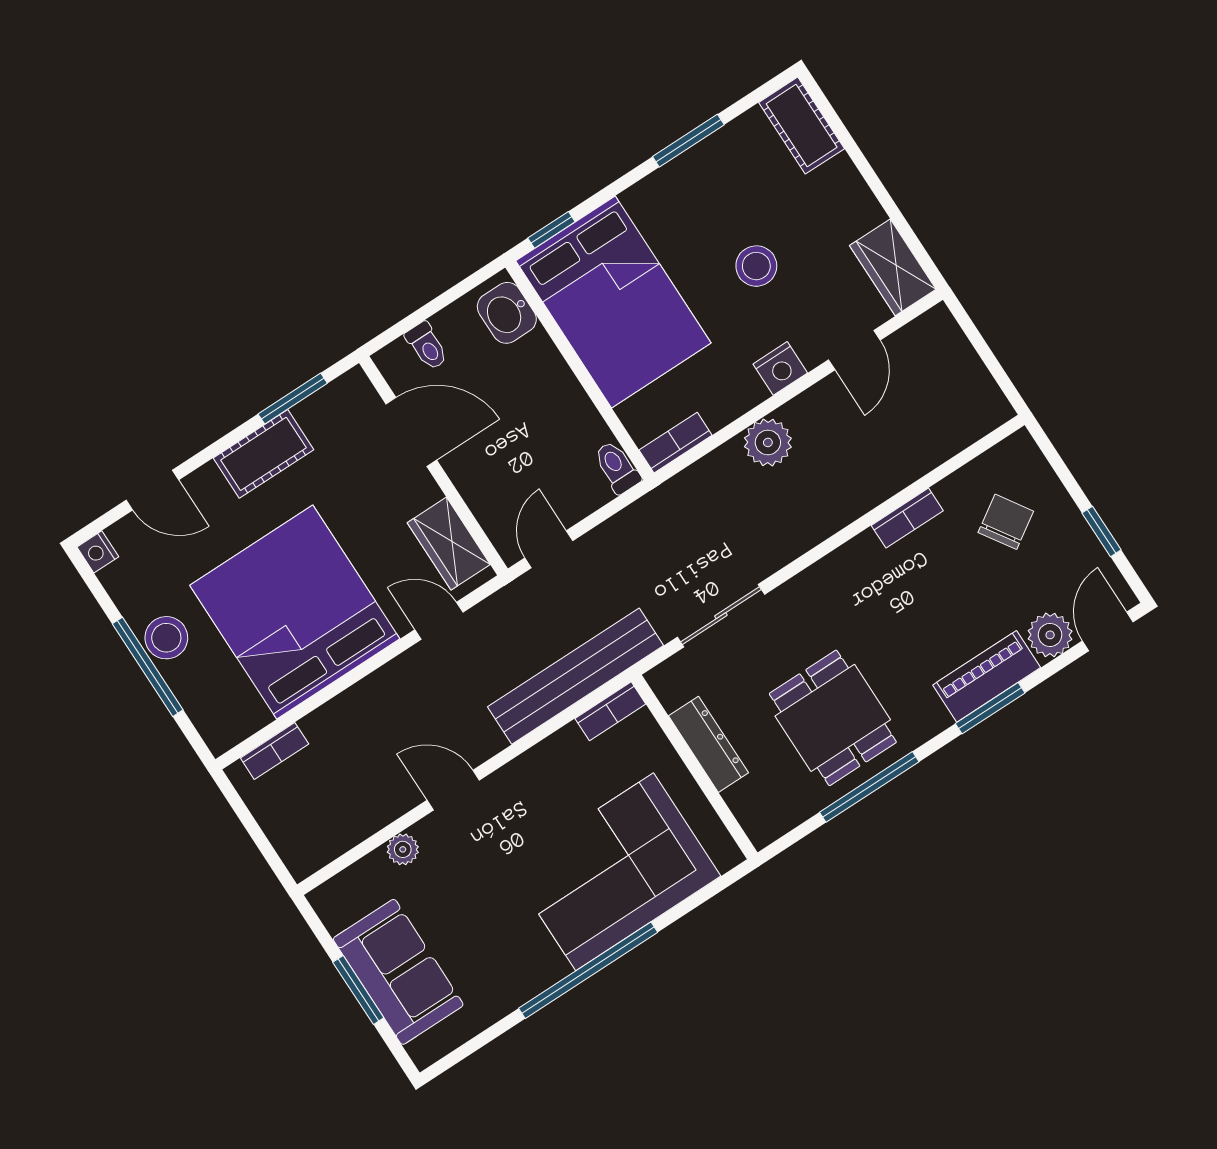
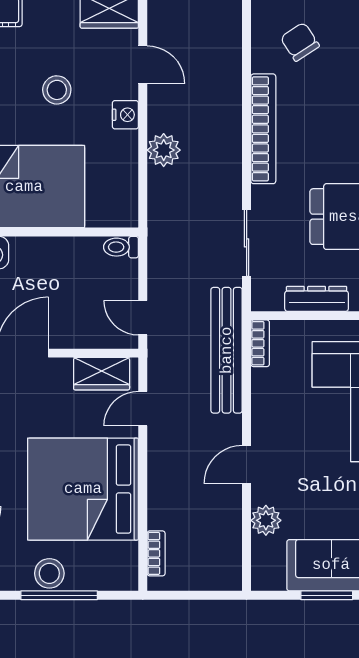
bookcase: (676, 443) -> (129, 204), removed
bookcase: (907, 518) -> (263, 129), width x2.31, depth x1.31
plant: (403, 849) -> (266, 520), width x1.38, depth x1.38

